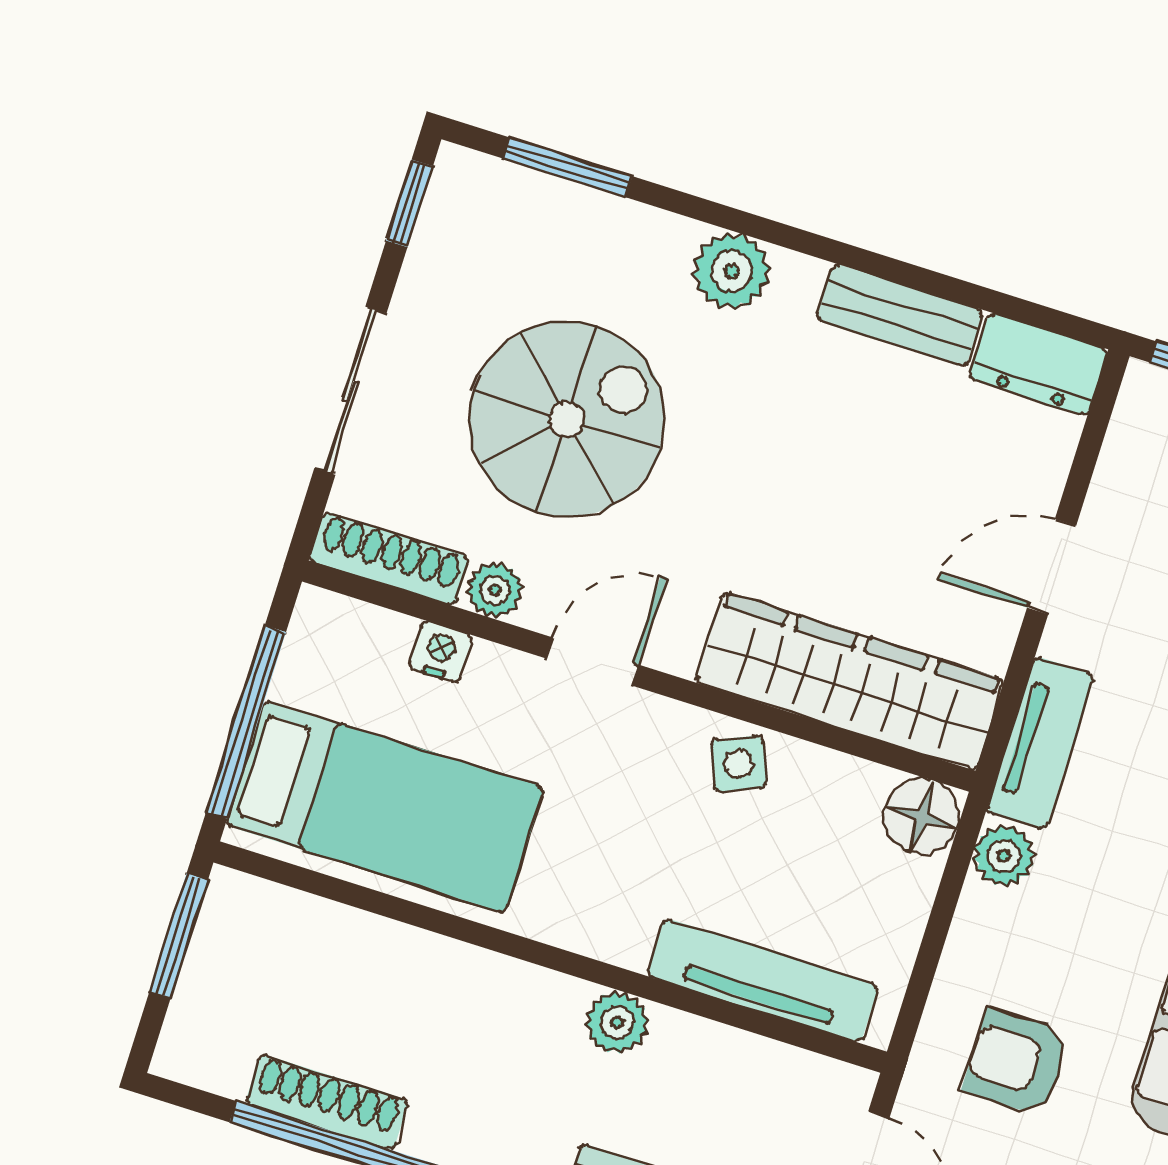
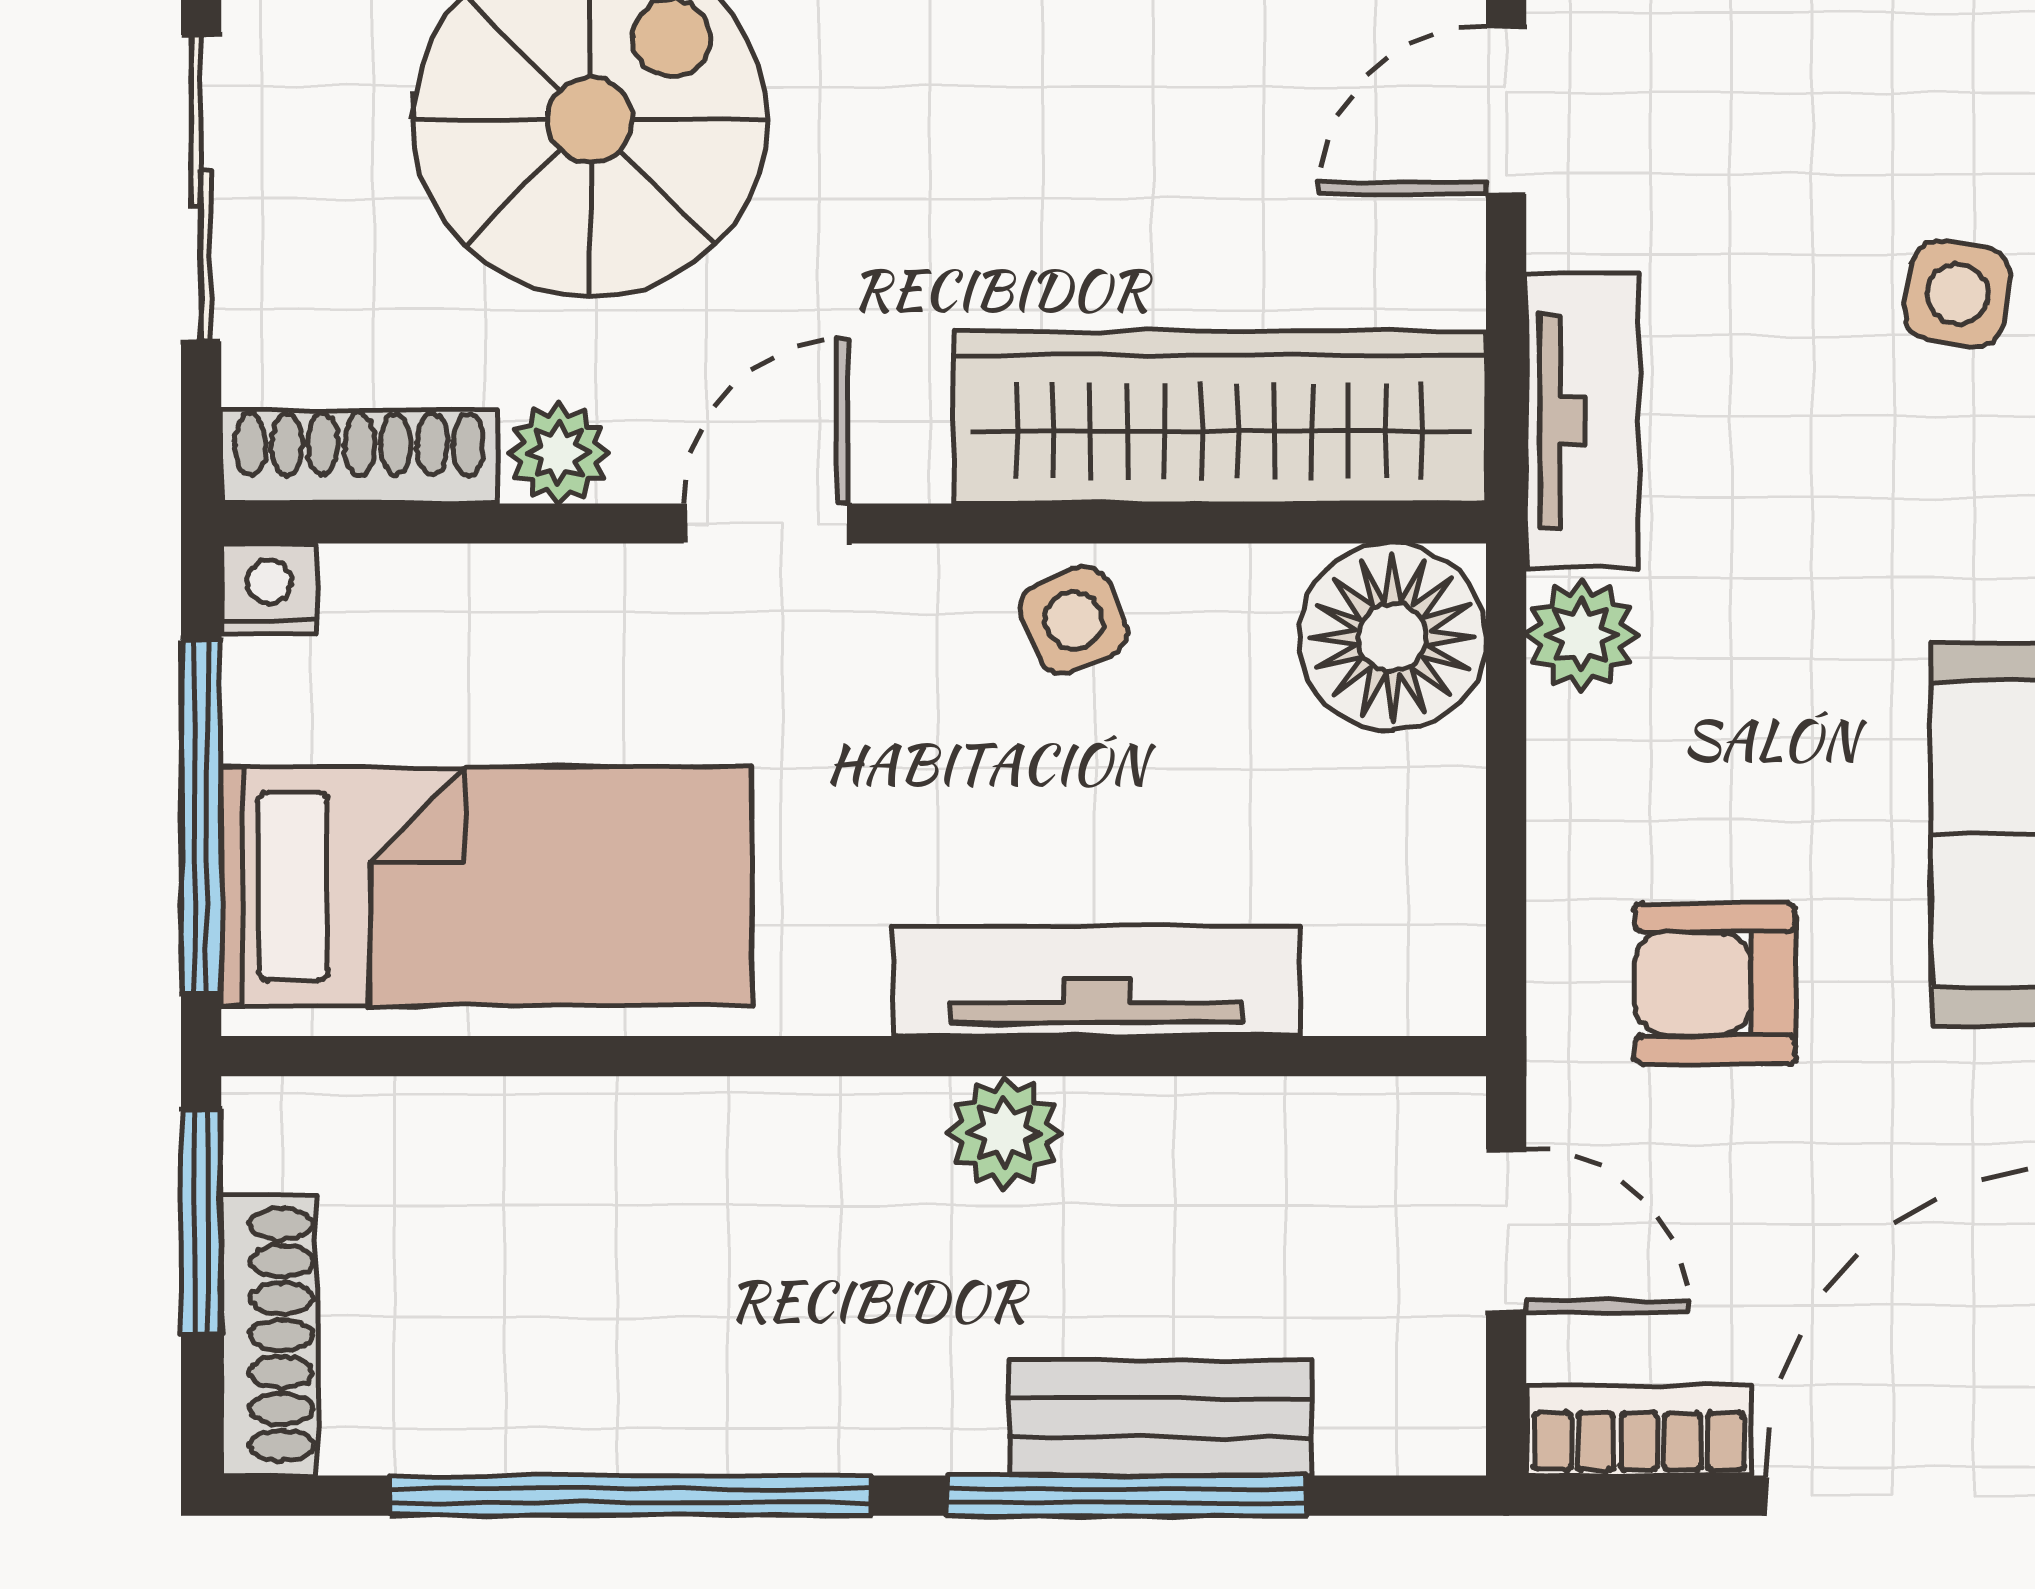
nightstand: (441, 652) -> (269, 589), moved
floor lamp: (922, 816) -> (1392, 637), width x1.38, depth x1.38
tv unit: (763, 980) -> (1096, 981), moved
shoe rack: (327, 1102) -> (269, 1335), moved, turned 90

